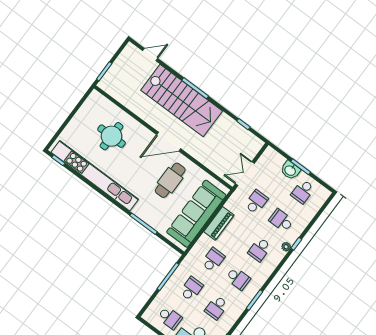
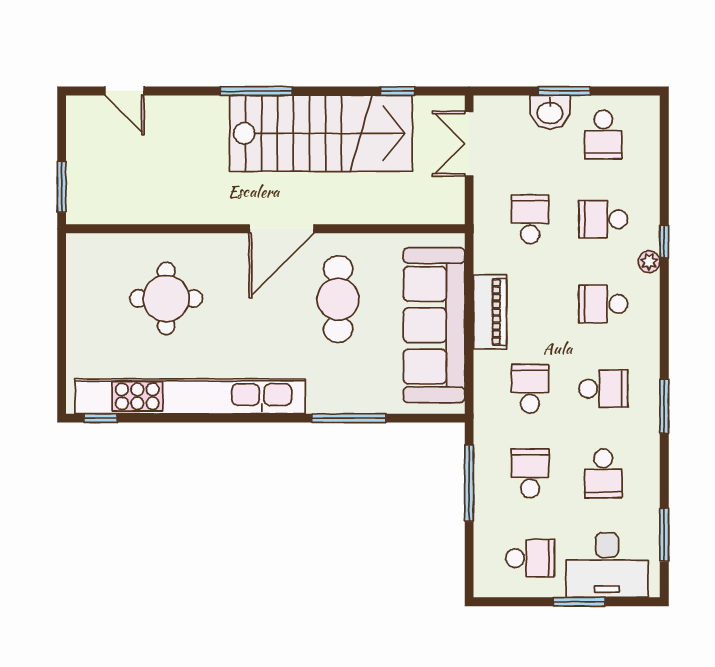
door: (150, 55) -> (125, 91), swing flipped
stairs: (182, 101) -> (321, 133), moved
double door: (245, 174) -> (469, 144), moved
school desk: (260, 250) -> (603, 304), turned 90

